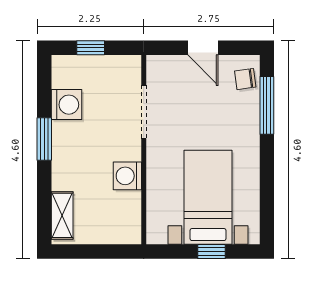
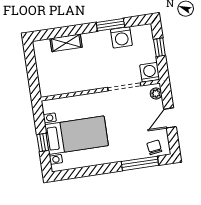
plant: (162, 64) -> (156, 93), added
window: (44, 139) -> (110, 25), moved
washing machine: (127, 176) -> (150, 72), moved
shelving: (62, 215) -> (66, 43), moved

